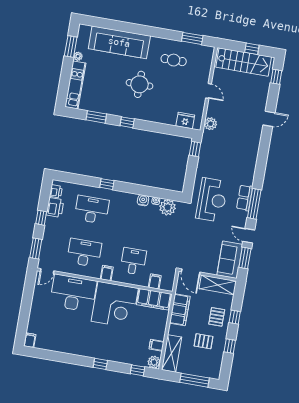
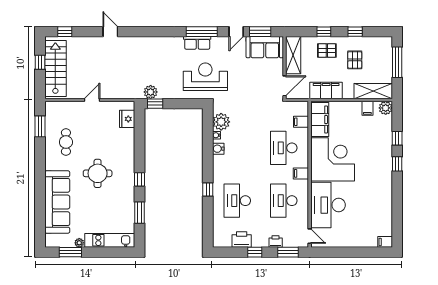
plant: (210, 124) -> (151, 92), moved
printer: (56, 191) -> (276, 241), moved
desk: (133, 261) -> (284, 148), width x1.37
window: (137, 370) -> (397, 138), moved

